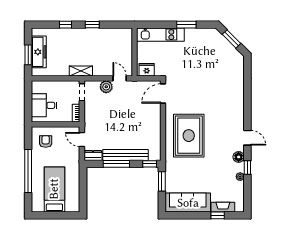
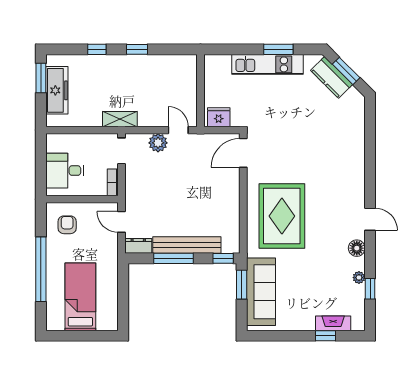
kitchen unit: (160, 35) -> (267, 64), moved
kitchen counter: (222, 43) -> (332, 77), added
window: (28, 55) -> (41, 78), moved
window: (247, 167) -> (370, 289), moved
sofa: (188, 203) -> (261, 292), moved, turned 90

